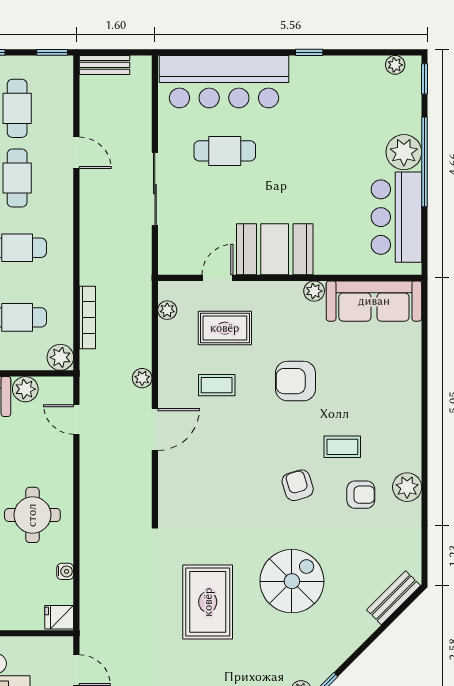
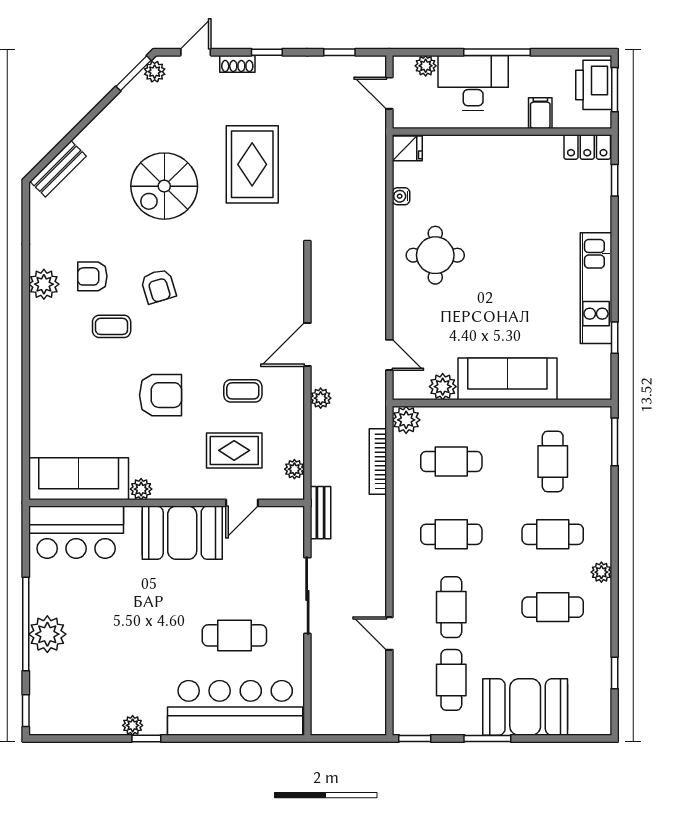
bench: (105, 65) -> (321, 513), moved, turned 90
plant: (395, 65) -> (133, 725), moved
bar counter: (396, 217) -> (76, 532), moved, turned 90

